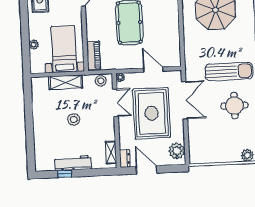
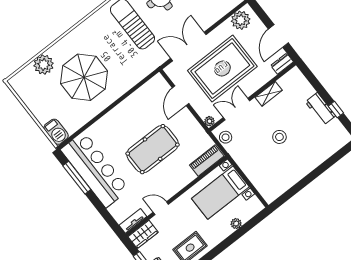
shelving: (66, 82) -> (250, 169), removed
shelving: (111, 152) -> (269, 94), moved
workbench: (73, 163) -> (320, 109), width x0.73

